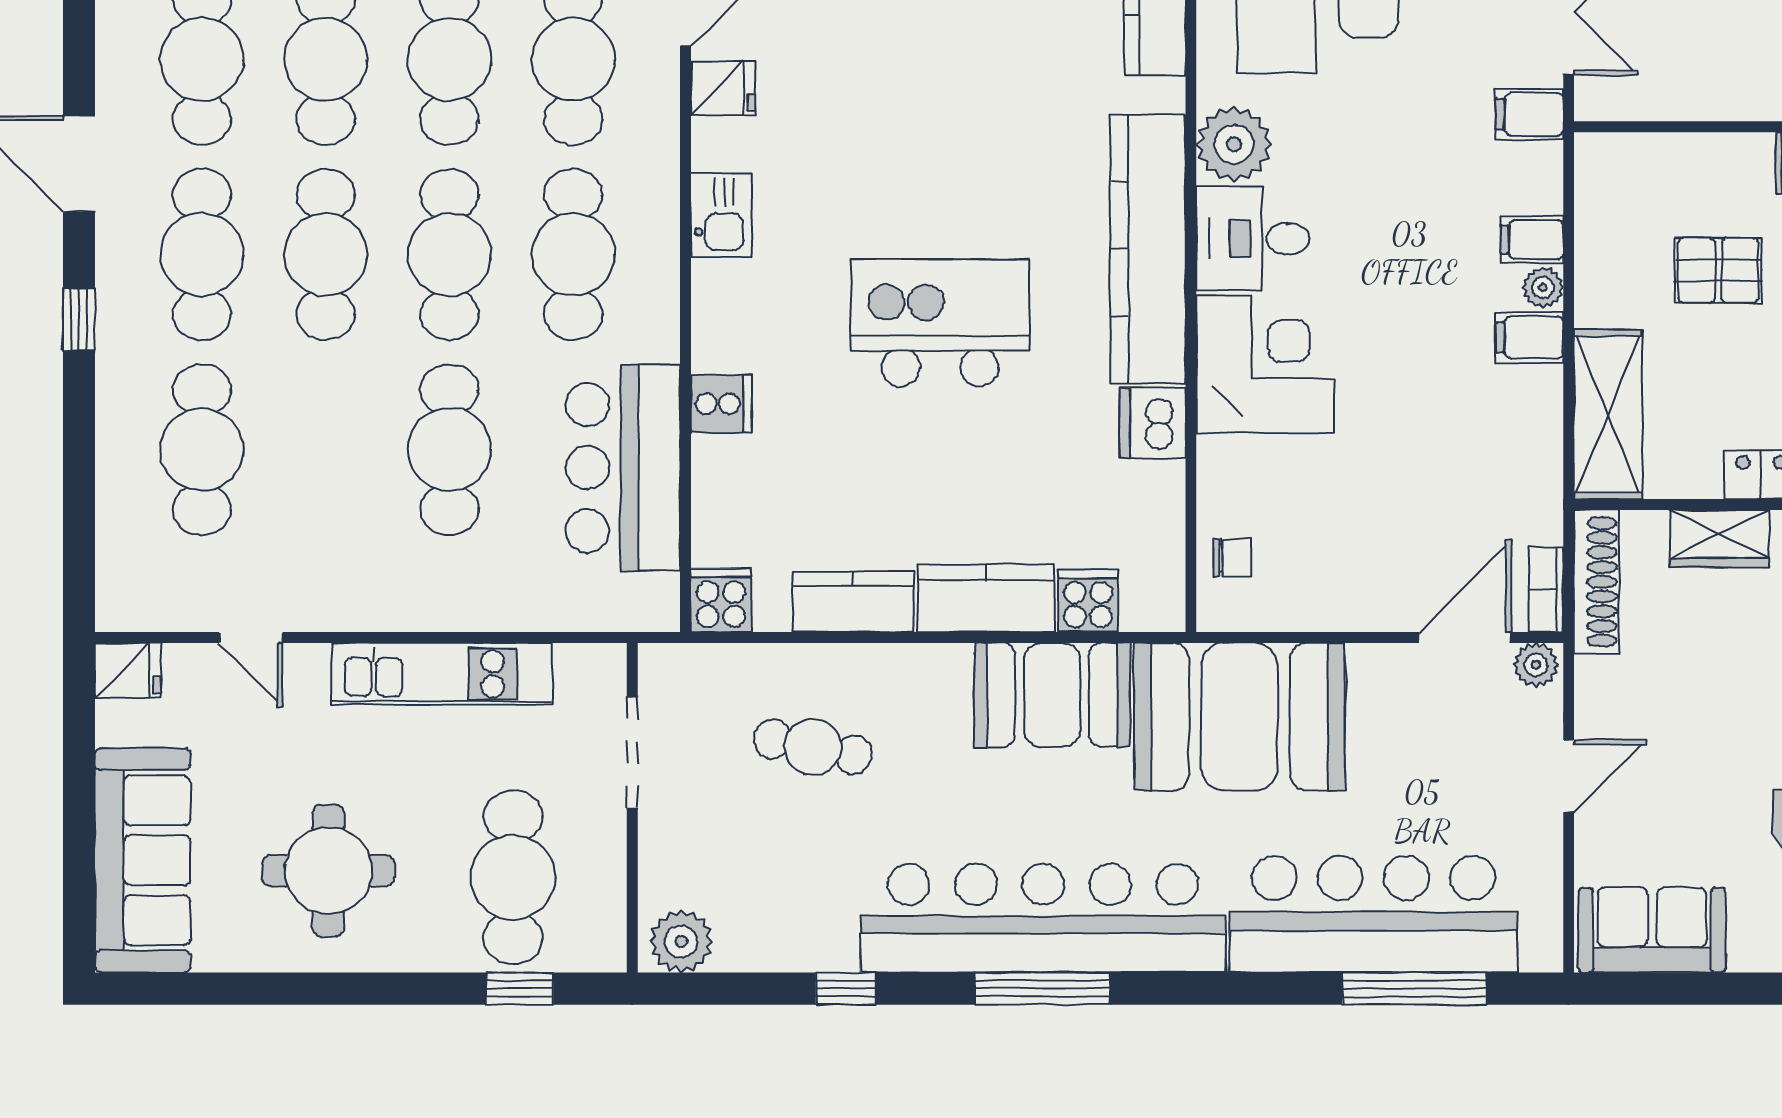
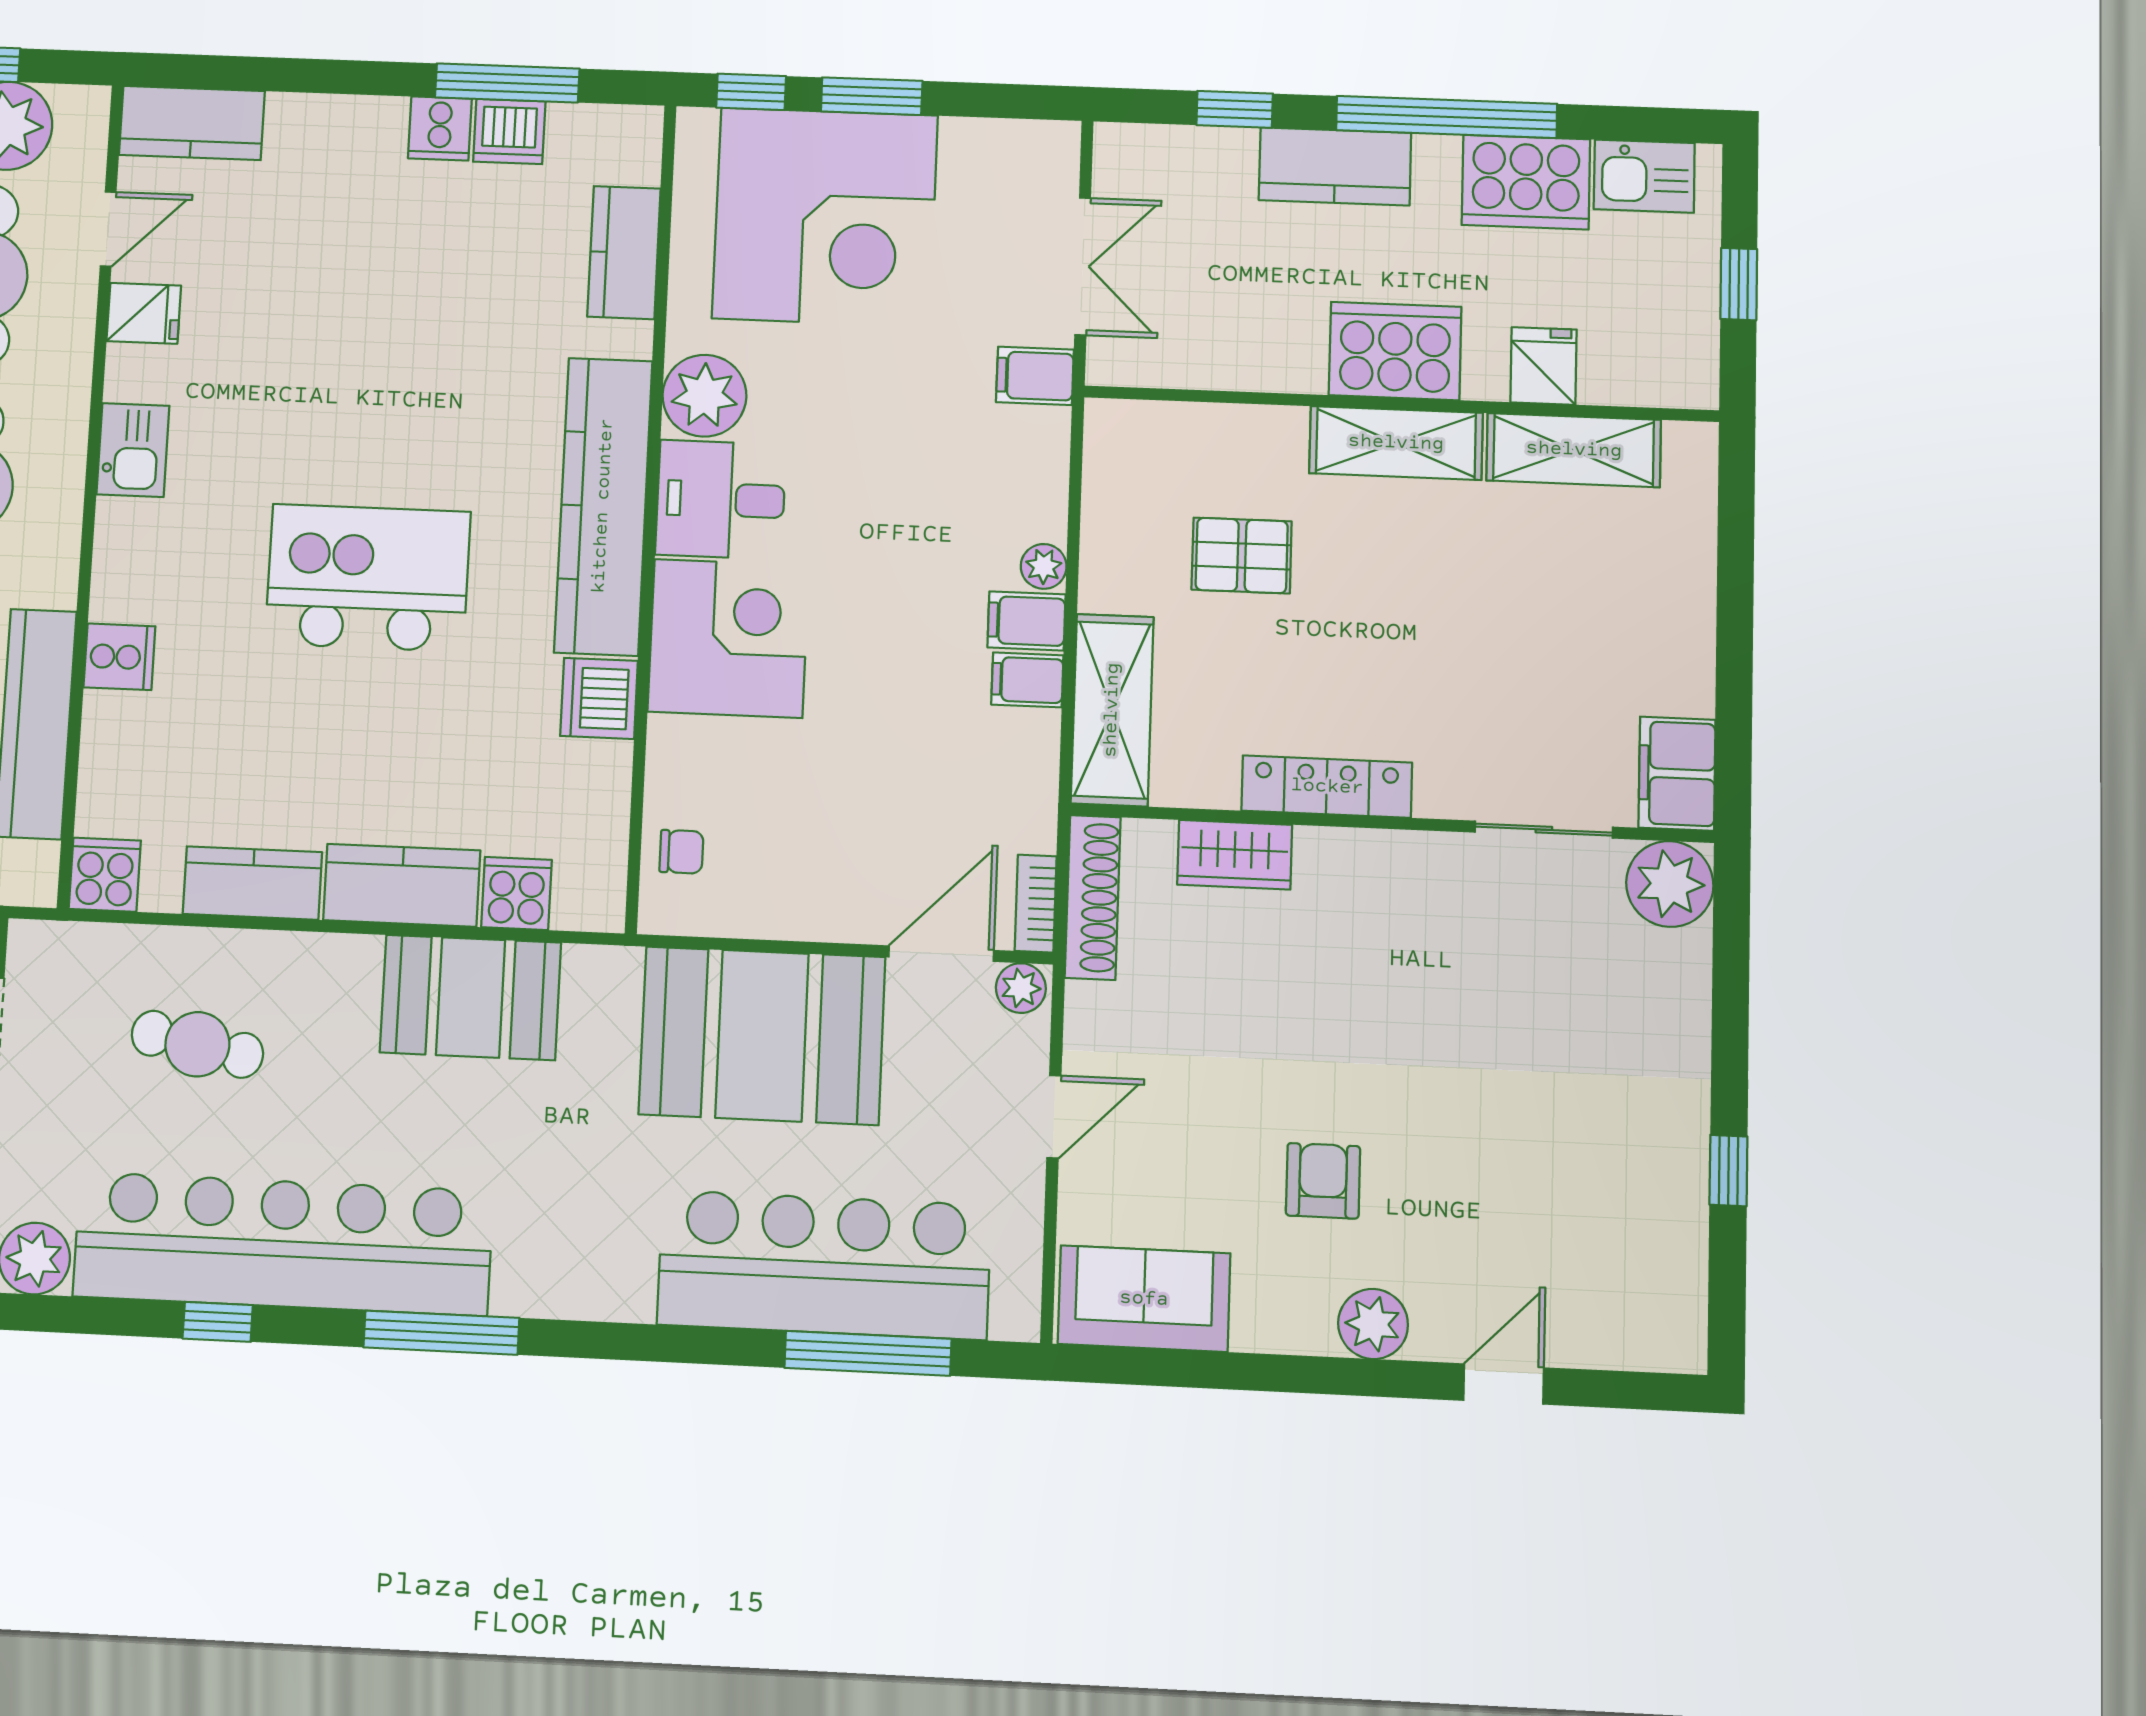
filing cabinet: (1532, 239) -> (1027, 680), moved
booth: (1239, 717) -> (762, 1036), moved
bar counter: (1043, 918) -> (283, 1244), moved

